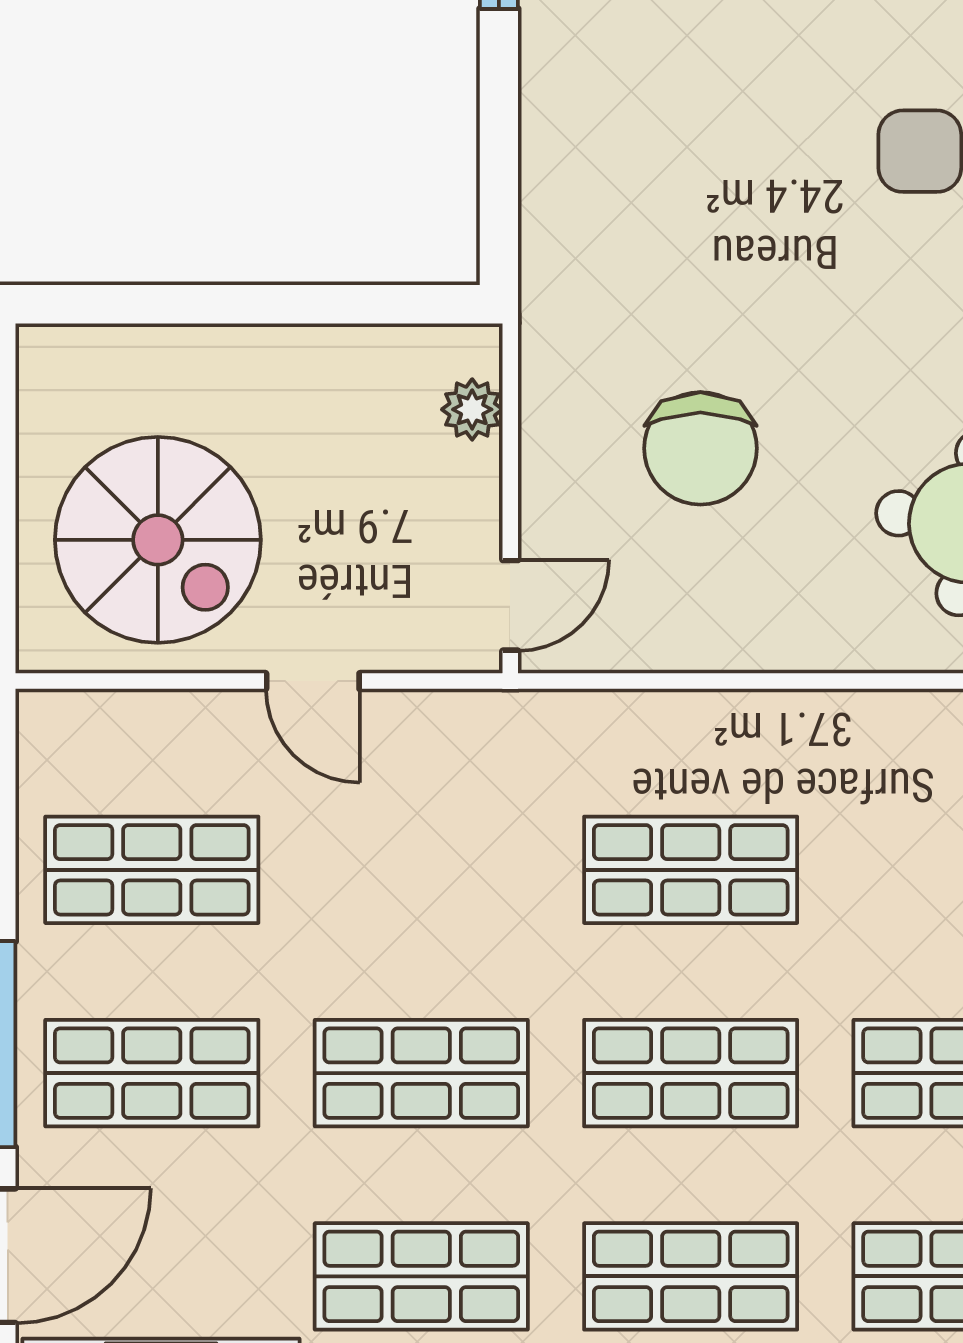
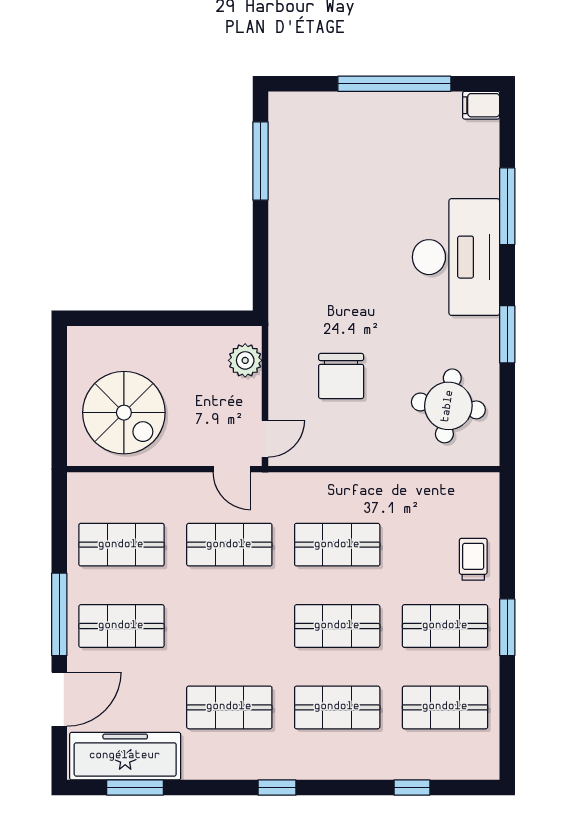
plant: (472, 409) -> (245, 360), width x1.38, depth x1.38
door: (313, 681) -> (232, 469), moved
shop shelf: (421, 1073) -> (229, 545), moved

